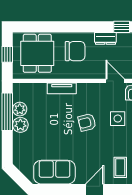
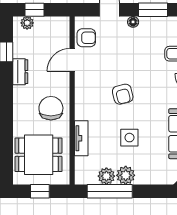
chair: (75, 51) -> (51, 108), moved
tv unit: (62, 88) -> (81, 138), moved
side table: (118, 119) -> (129, 138), moved

